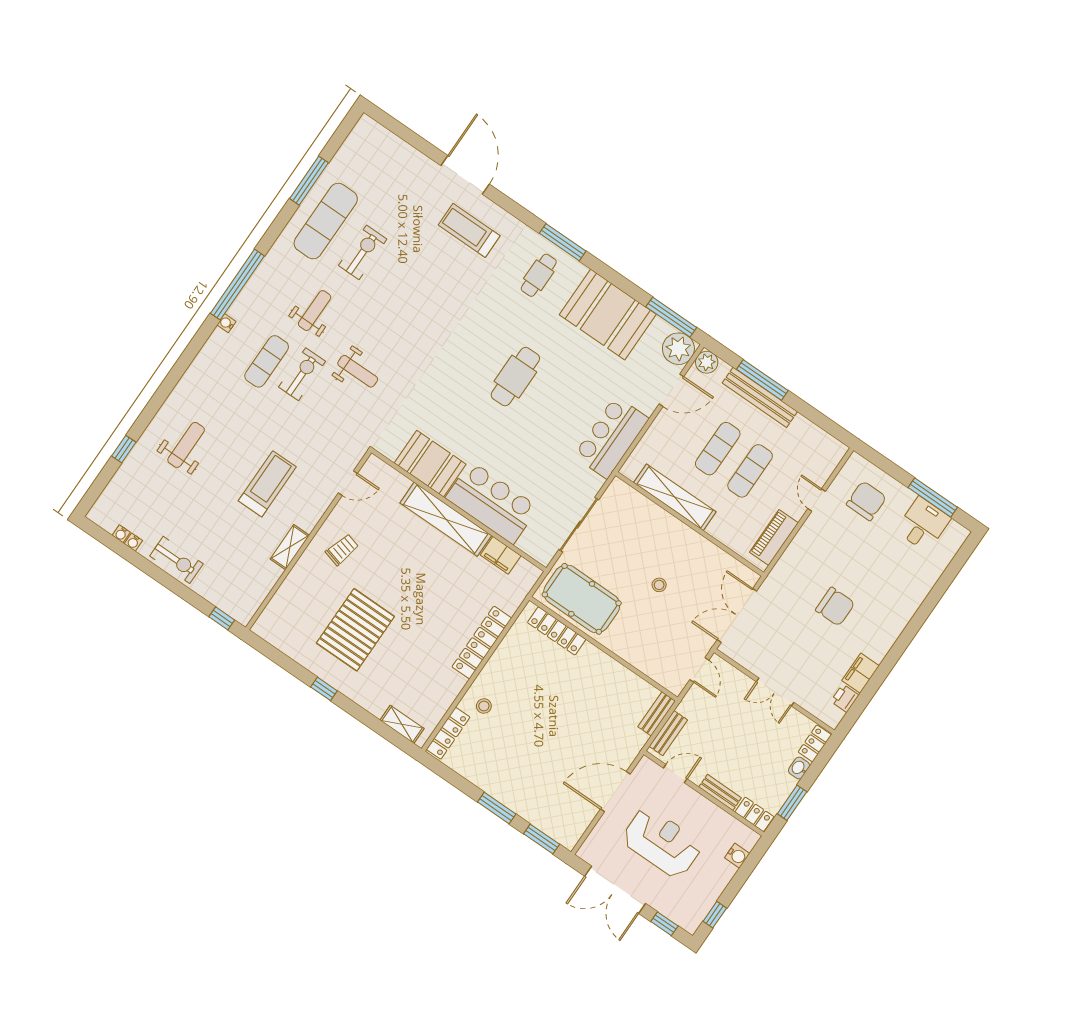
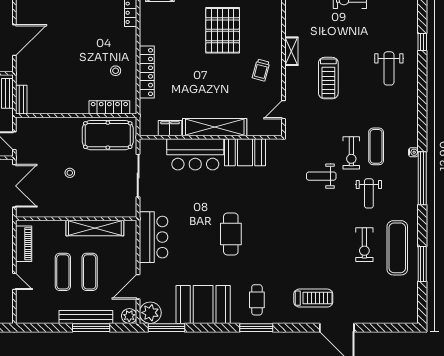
stool: (484, 706) -> (116, 71), moved

